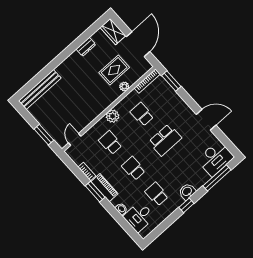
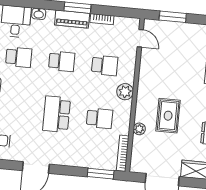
rug: (114, 70) -> (168, 116), moved

